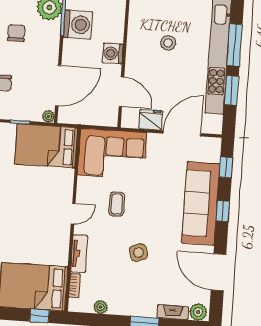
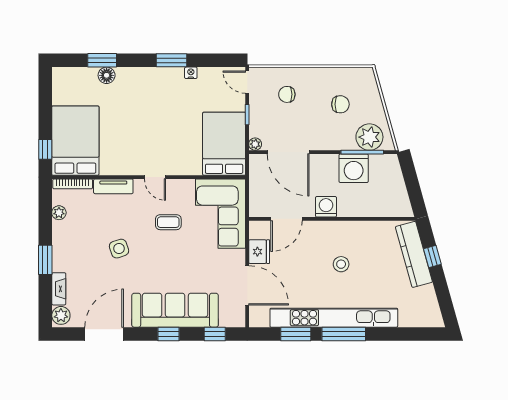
bookcase: (75, 285) -> (73, 184), width x1.56

